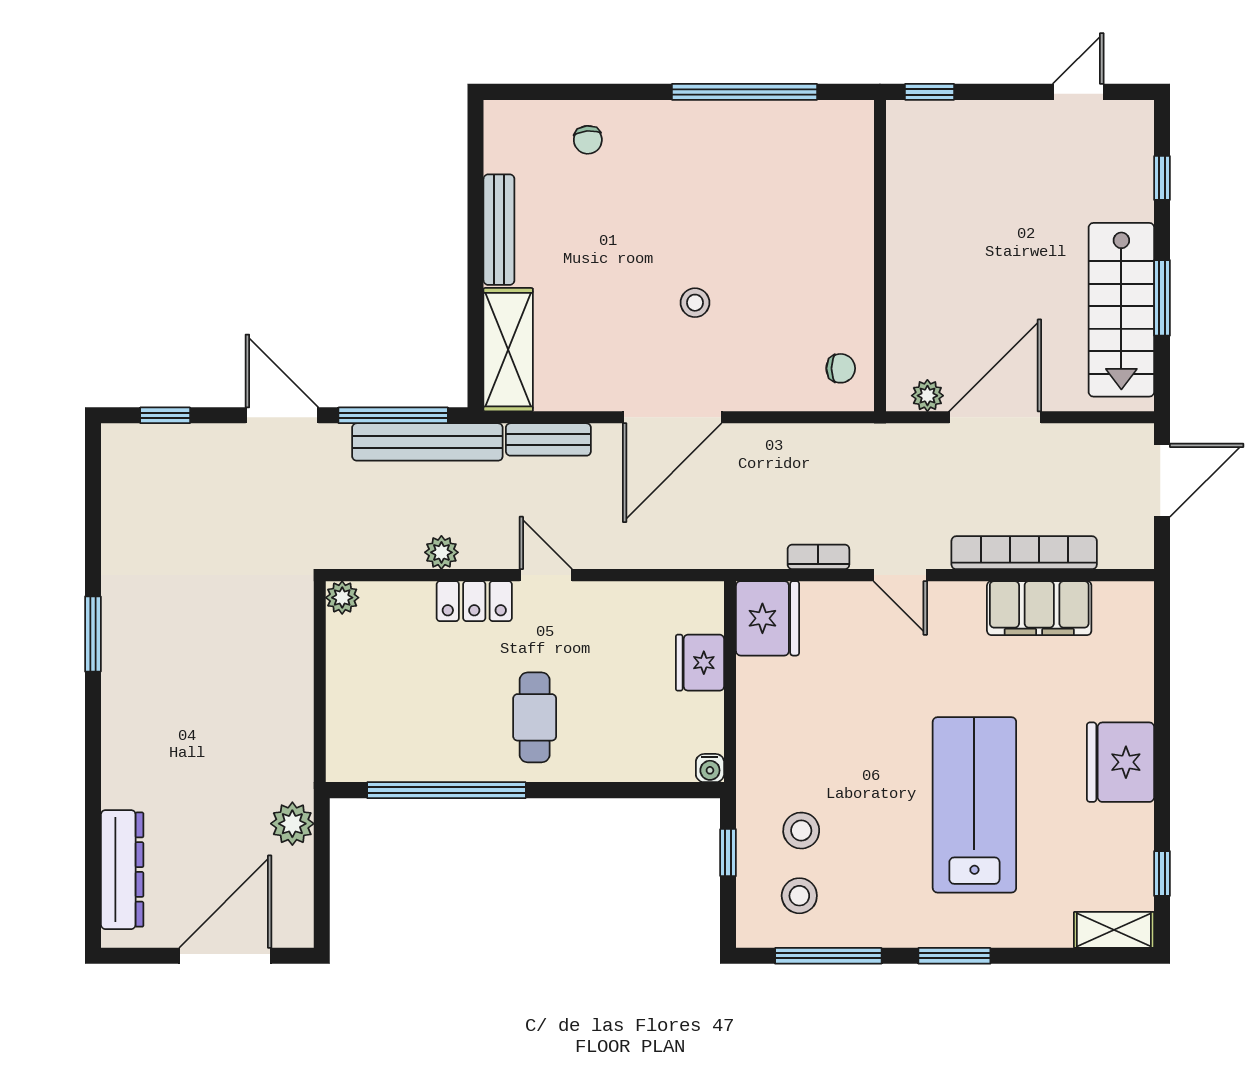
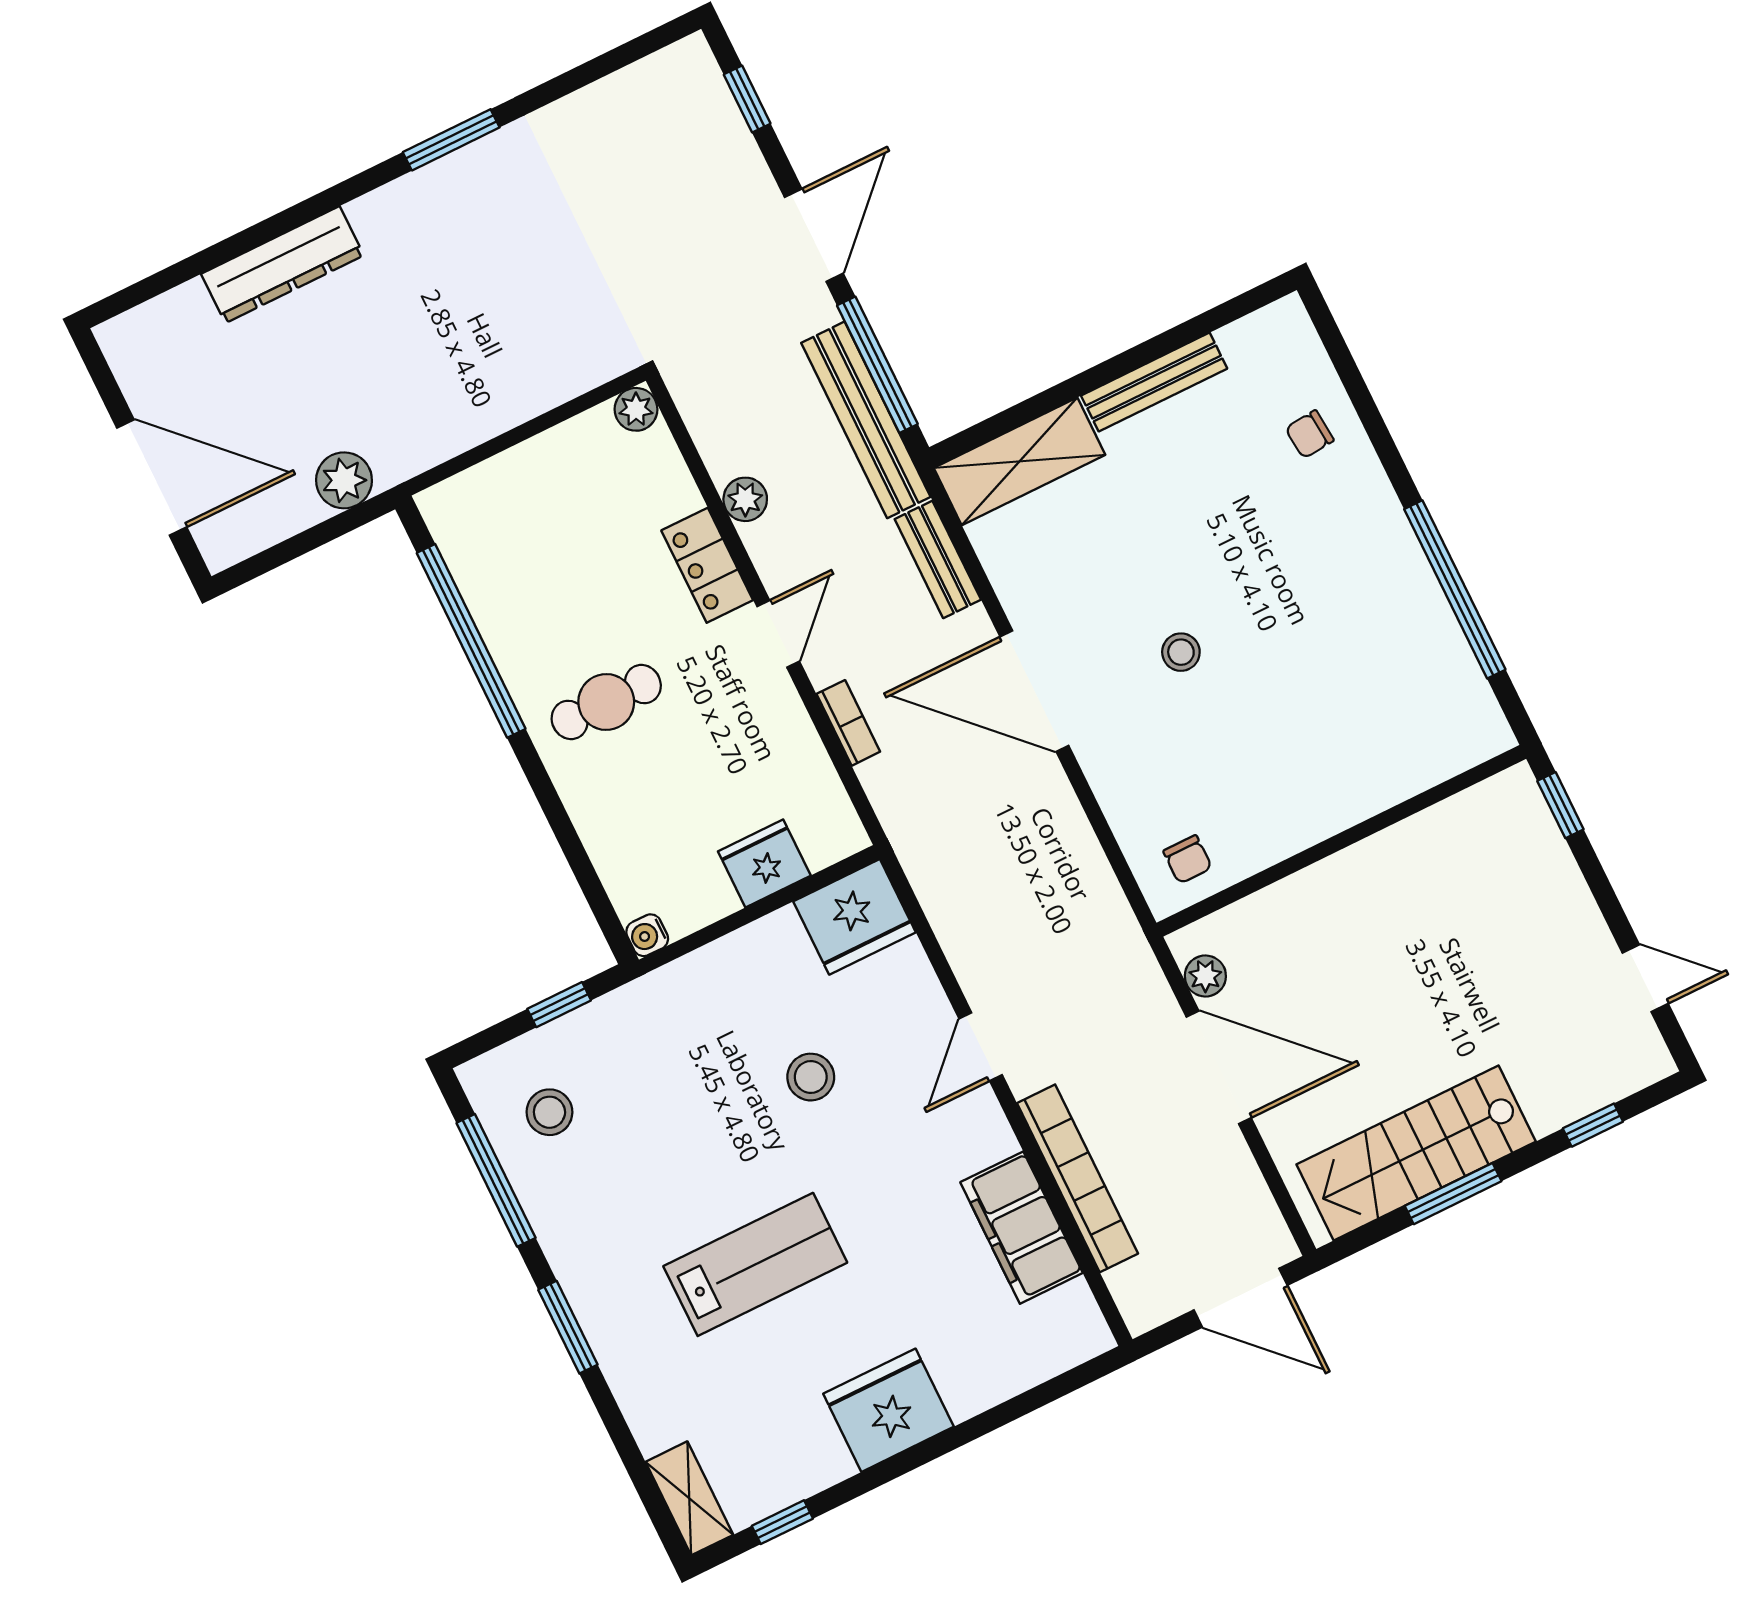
bookcase: (818, 557) -> (848, 723), moved
lab bench: (974, 805) -> (755, 1264), width x0.73, depth x0.72
stool: (801, 831) -> (811, 1077), moved
dresser: (122, 870) -> (282, 265), moved

